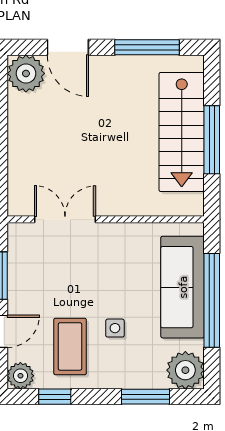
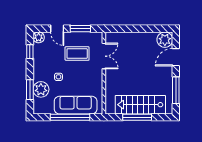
coffee table: (70, 346) -> (77, 54), moved
plant: (185, 370) -> (41, 89), moved

